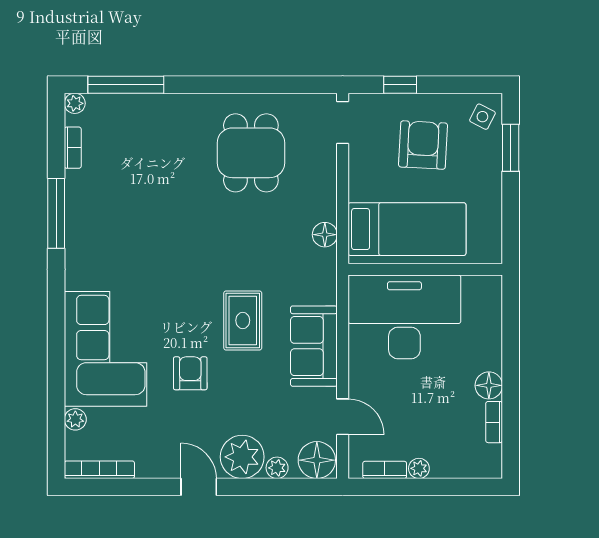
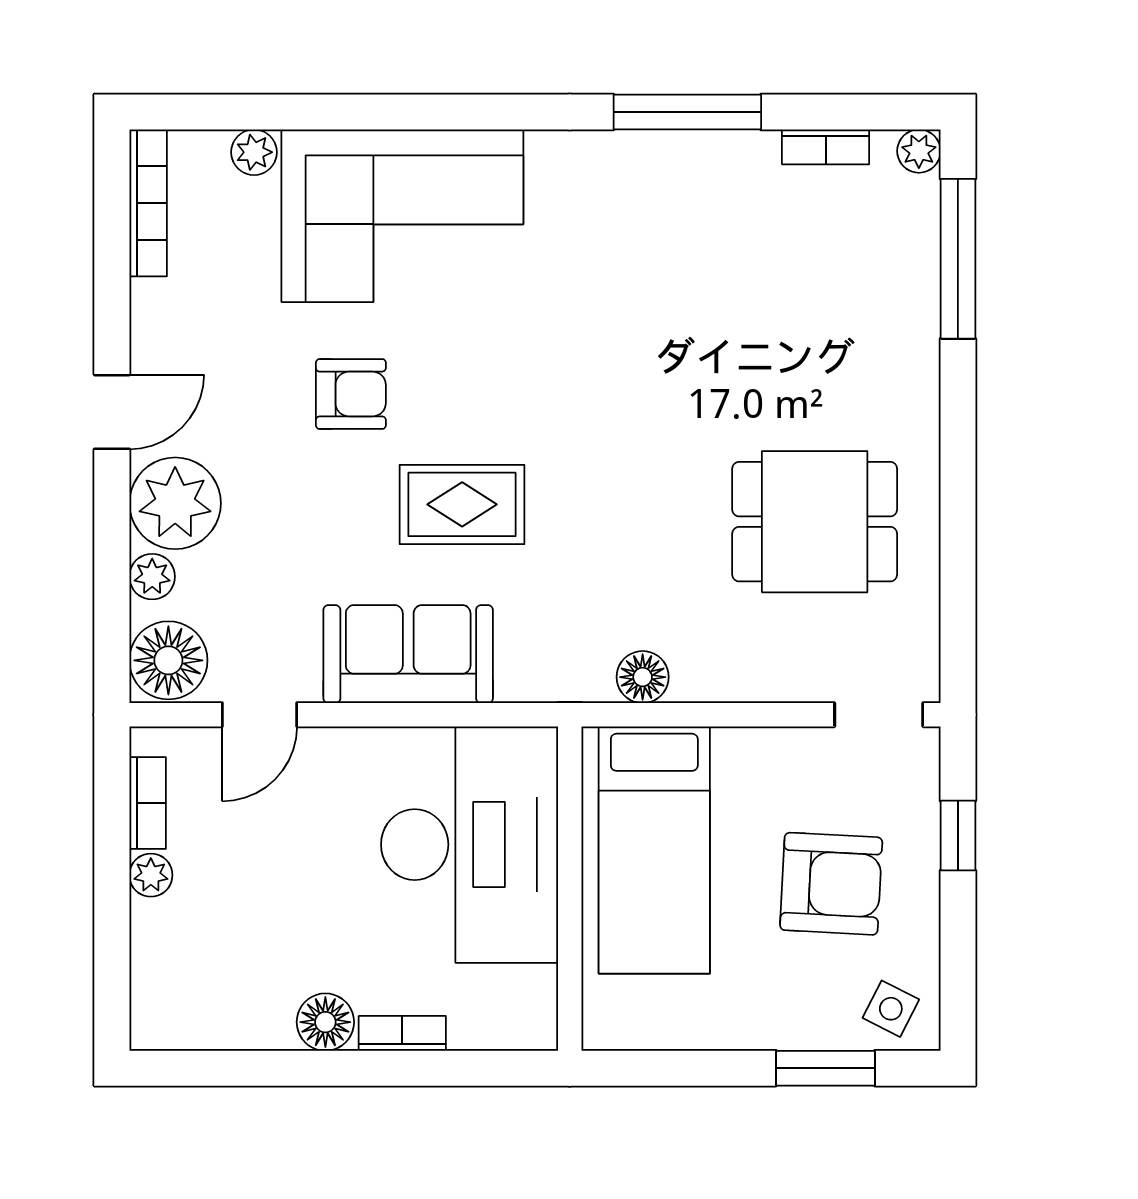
bookcase: (494, 422) -> (402, 1033), moved

